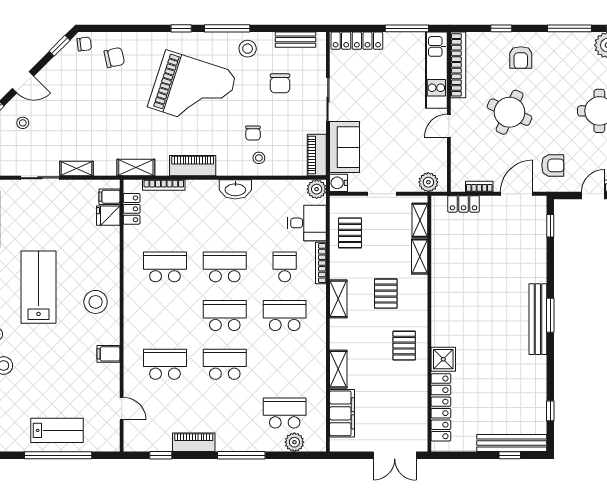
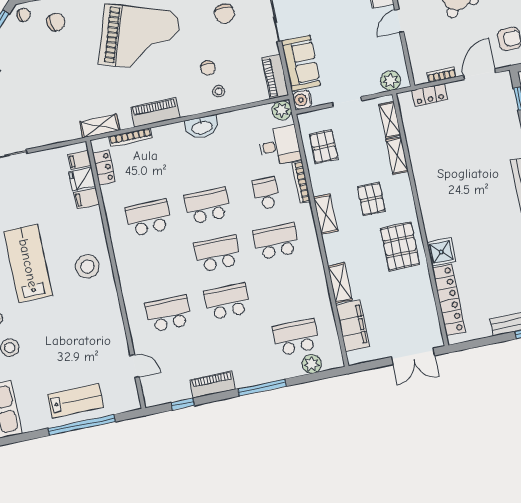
shelving: (76, 168) -> (41, 139), removed
pallet: (404, 346) -> (400, 246), width x1.50, depth x1.42
filing cabinet: (108, 354) -> (86, 198), moved

